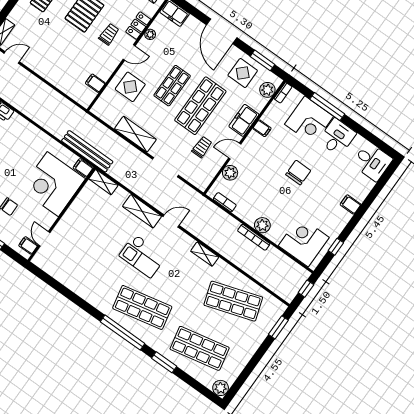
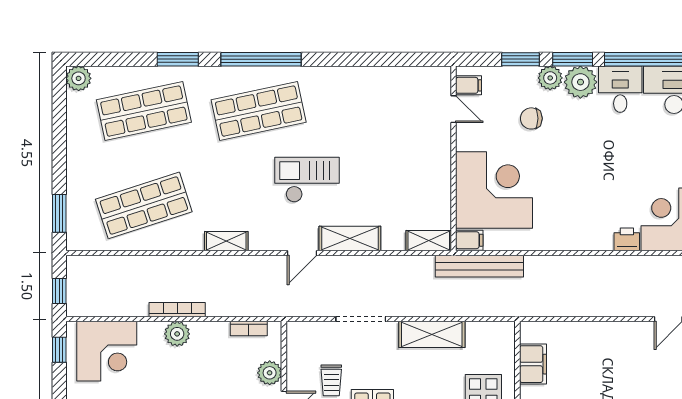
filing cabinet: (95, 83) -> (533, 364), width x2.00
window: (336, 247) -> (59, 350), moved

